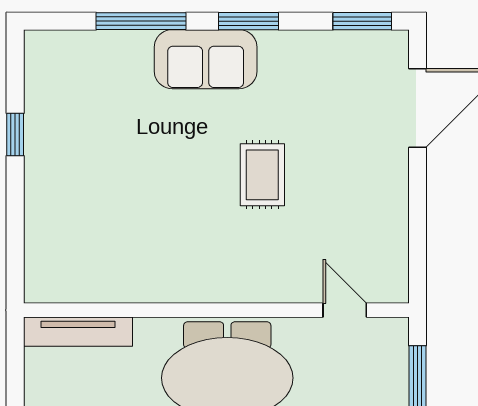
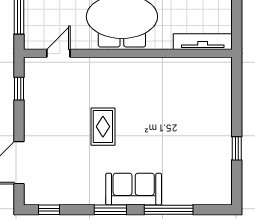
window: (362, 21) -> (49, 210), width x0.67
window: (417, 245) -> (19, 89), added
door: (345, 310) -> (58, 53), swing flipped

